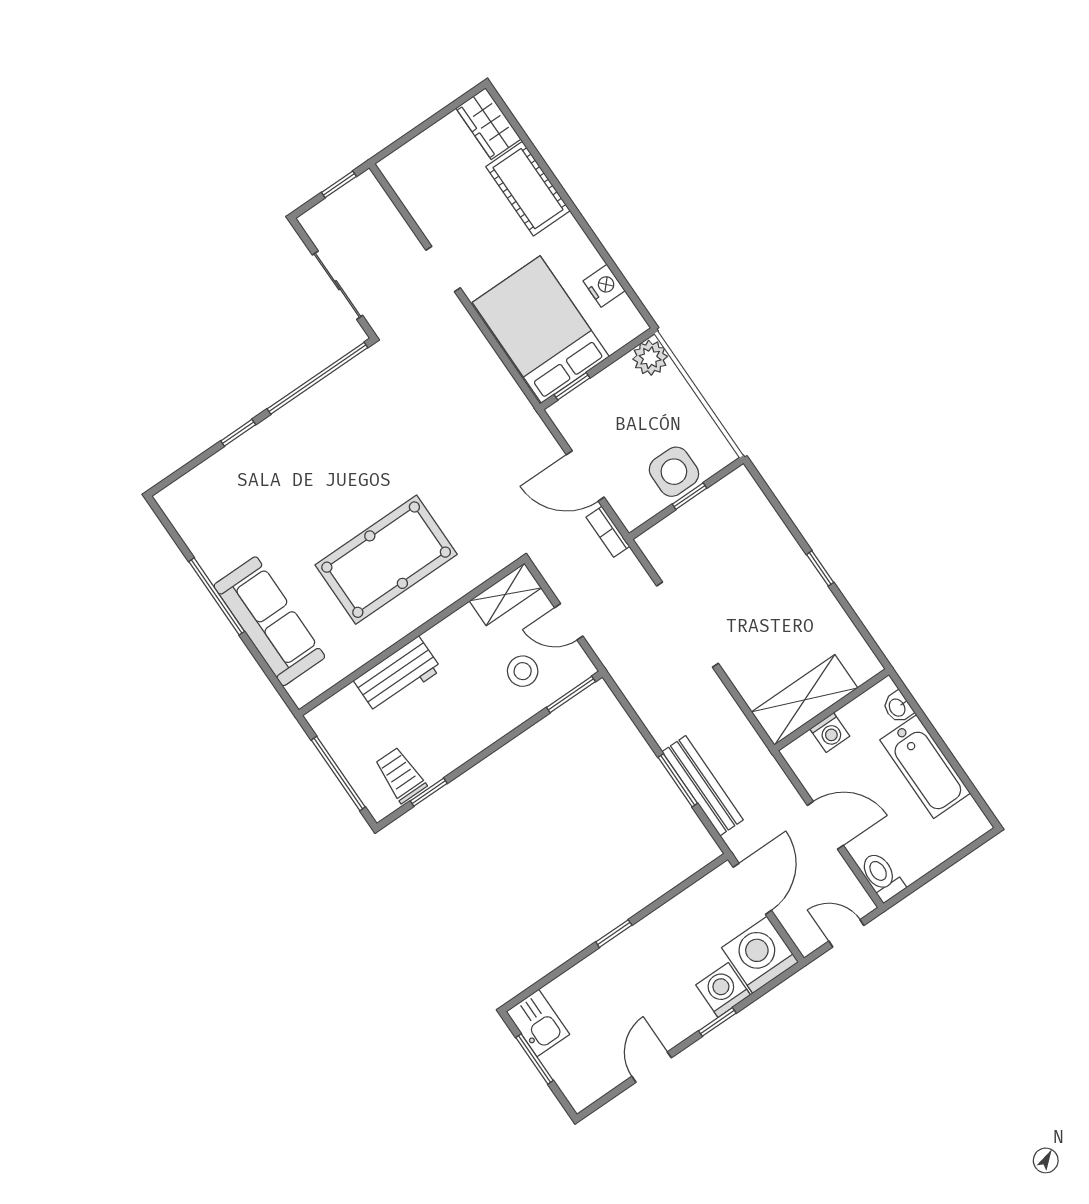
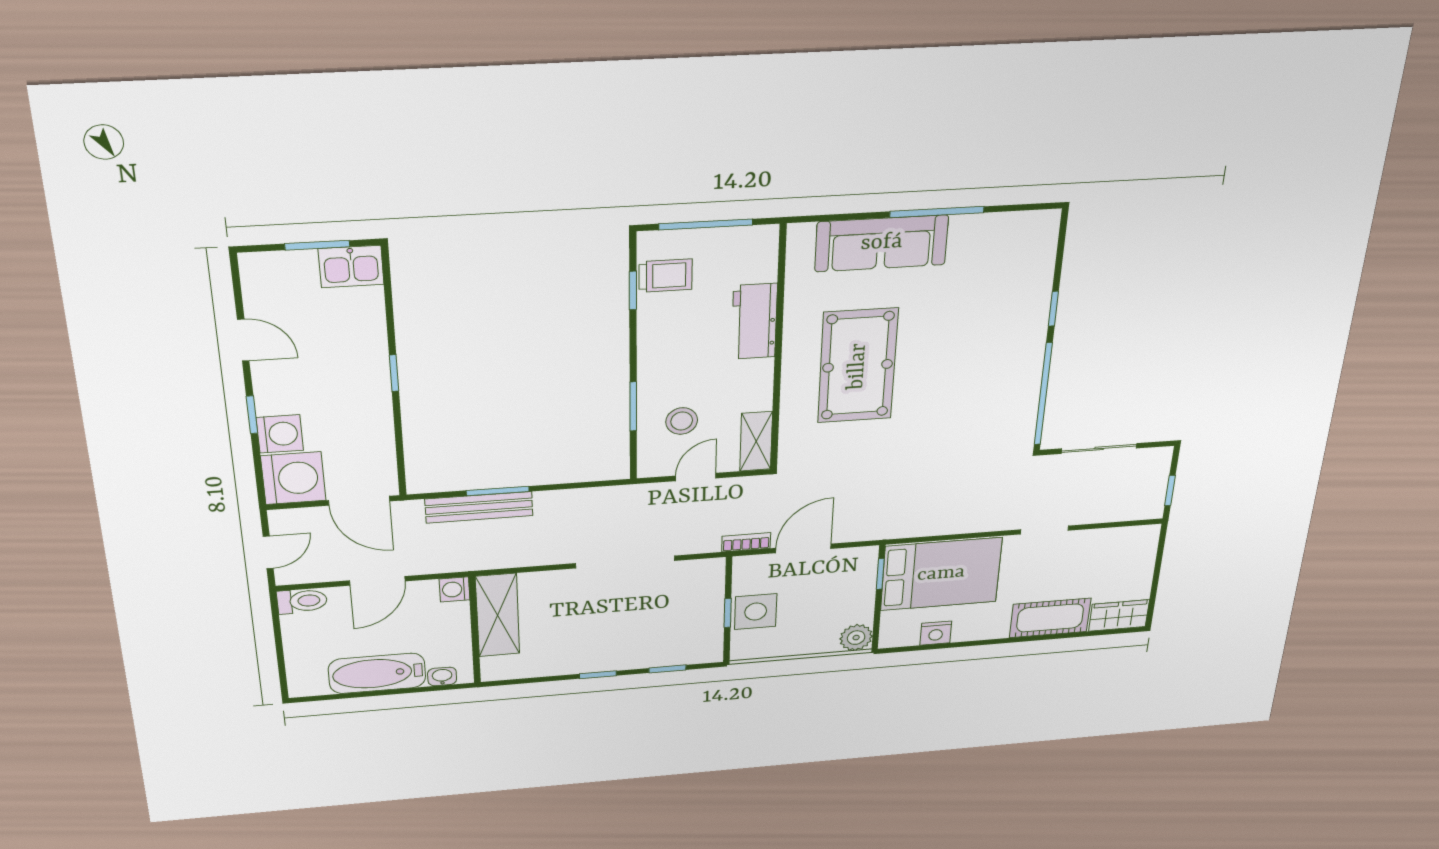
window: (779, 509) -> (667, 669), added
window: (571, 694) -> (633, 406), moved
washing machine: (830, 733) -> (454, 589), moved

